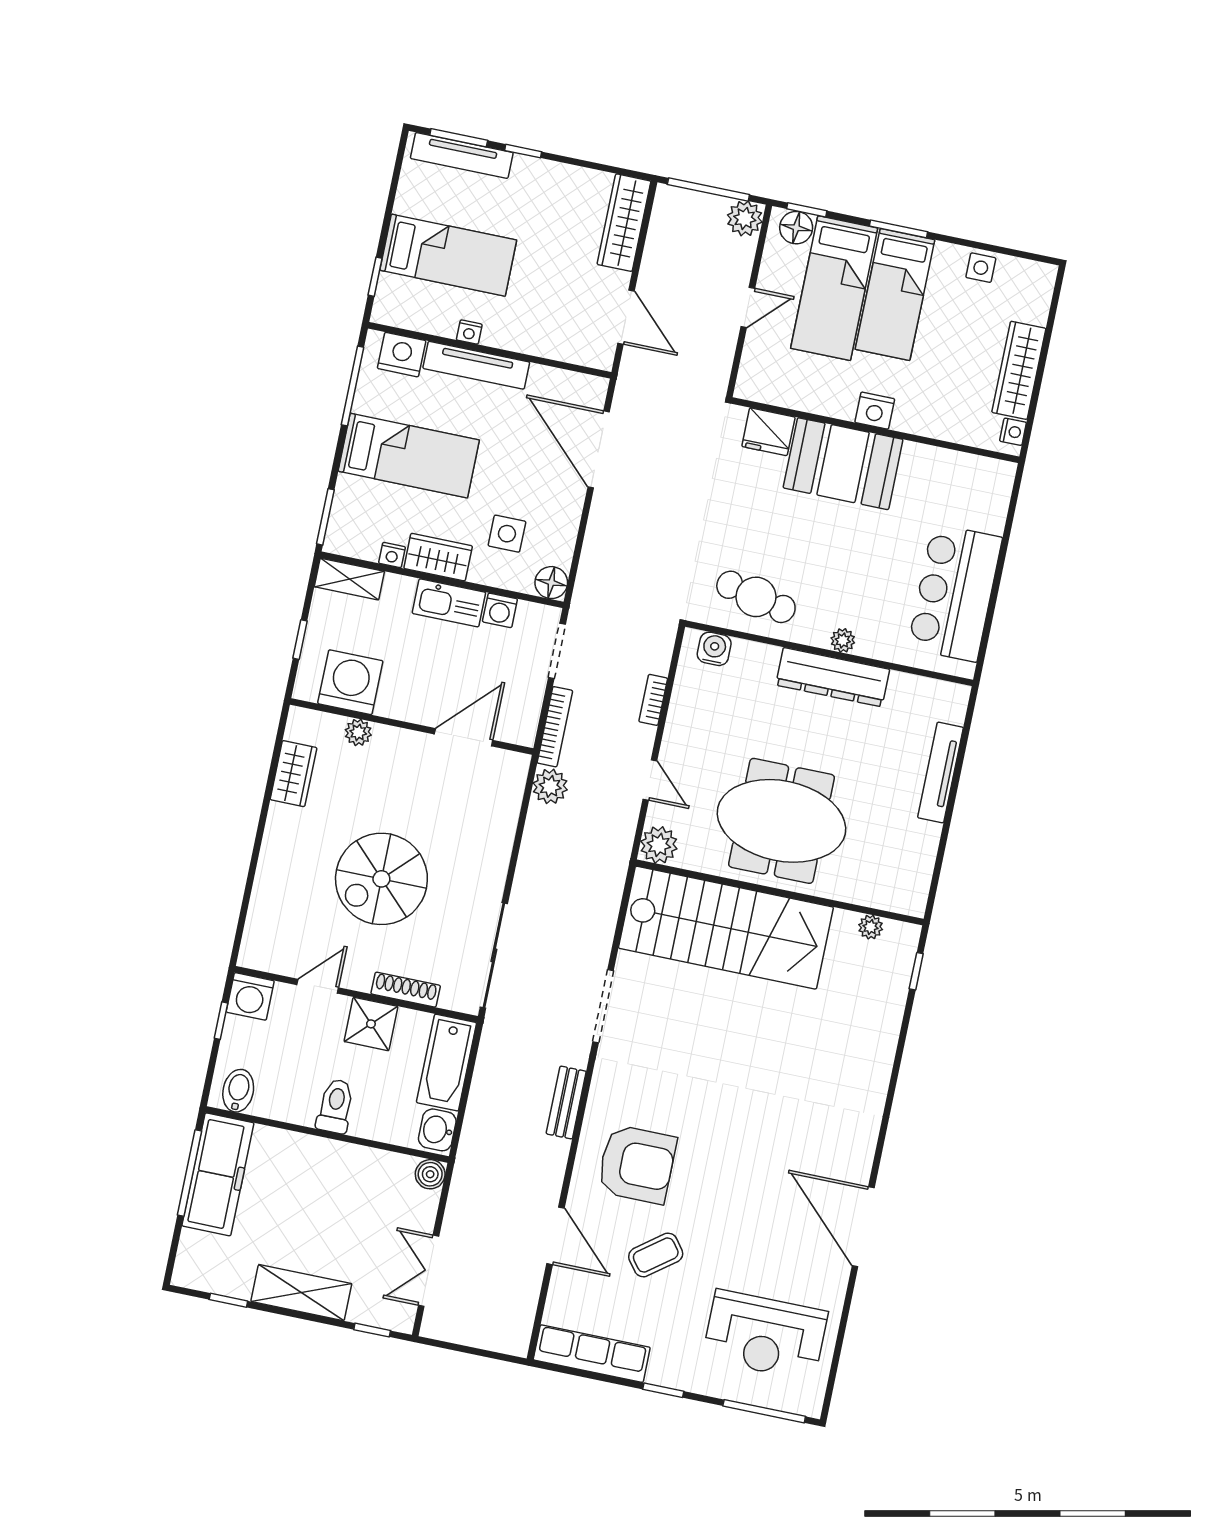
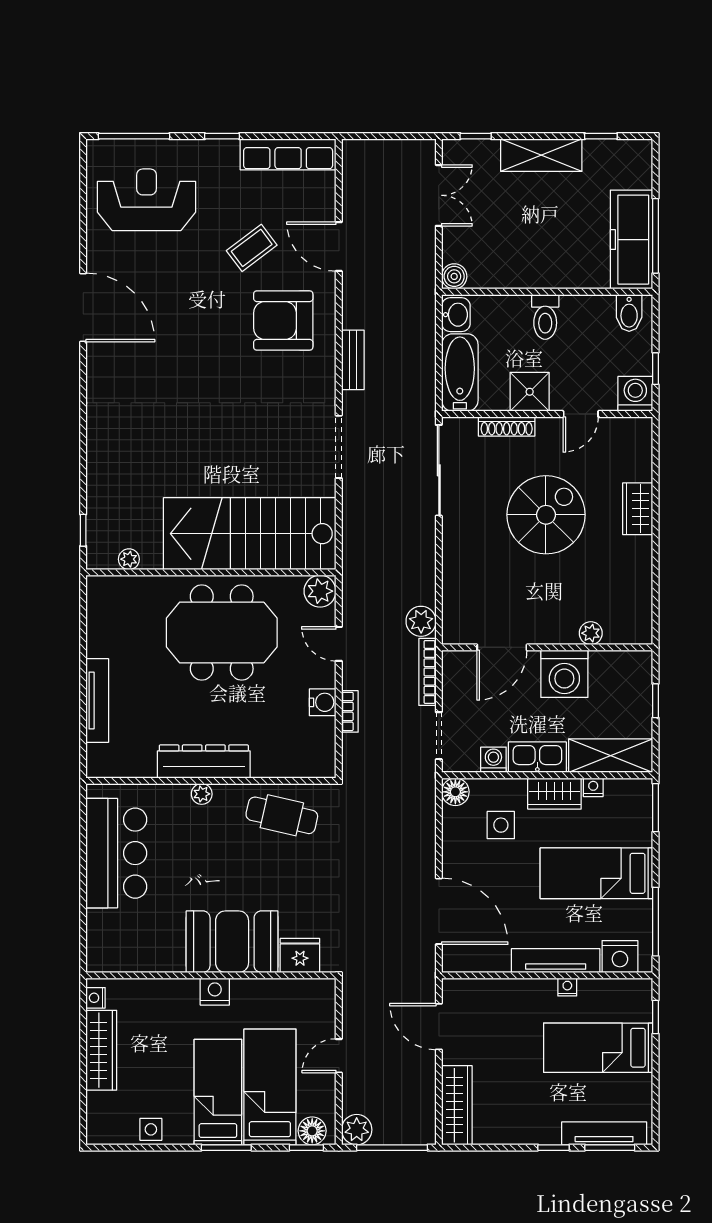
shelving: (349, 579) -> (611, 756), width x1.50, depth x1.33
water cooler: (714, 649) -> (323, 702), moved, turned -90
washing machine: (350, 682) -> (564, 674), moved
wardrobe: (294, 774) -> (638, 509), moved

